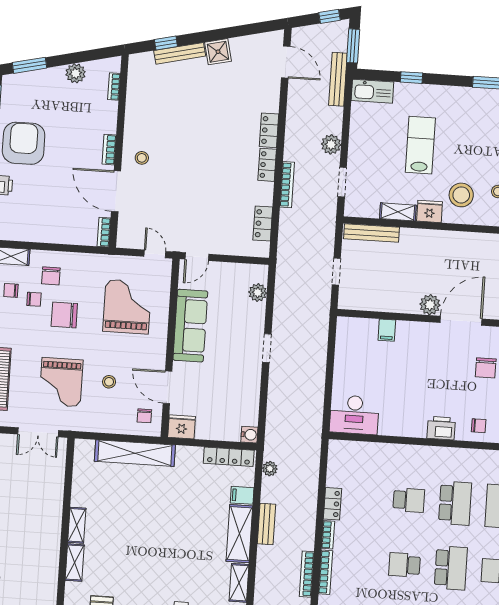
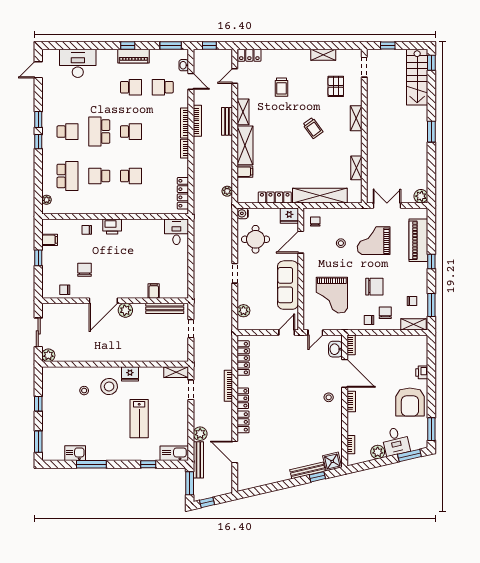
shower: (218, 52) -> (332, 461), moved
door: (286, 62) -> (235, 452), moved
desk: (48, 87) -> (396, 441), added
plant: (331, 144) -> (200, 434), moved
shelving: (398, 212) -> (176, 372), moved
locker: (263, 223) -> (243, 358), width x1.53
washbasin: (127, 228) -> (335, 349), added
bench: (371, 233) -> (165, 308), moved
door: (155, 254) -> (315, 332), hinge flipped
chair: (34, 299) -> (369, 320), moved
grand piano: (61, 382) -> (374, 241), turned -90
door: (167, 387) -> (301, 242), swing flipped
round table: (233, 396) -> (256, 239), added
desk: (354, 415) -> (176, 232), width x0.73
locker: (229, 457) -> (275, 197), moved
school desk: (409, 500) -> (131, 176), turned 180
school desk: (455, 503) -> (99, 176), width x0.54
locker: (332, 504) -> (183, 193), moved, width x1.53
bench: (266, 524) -> (227, 121), moved
shelving: (77, 525) -> (356, 168), moved
trolley: (139, 552) -> (313, 128), added

